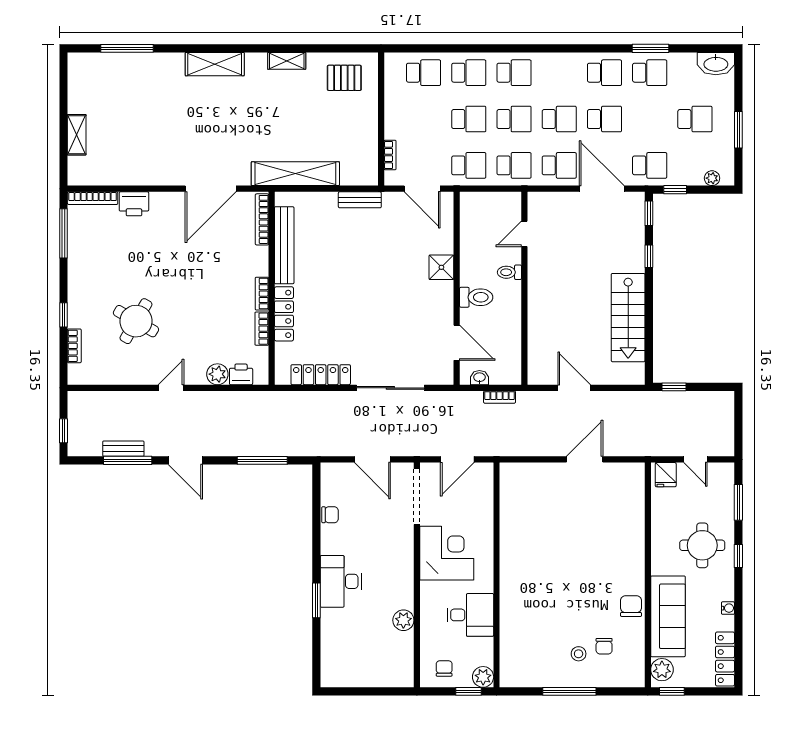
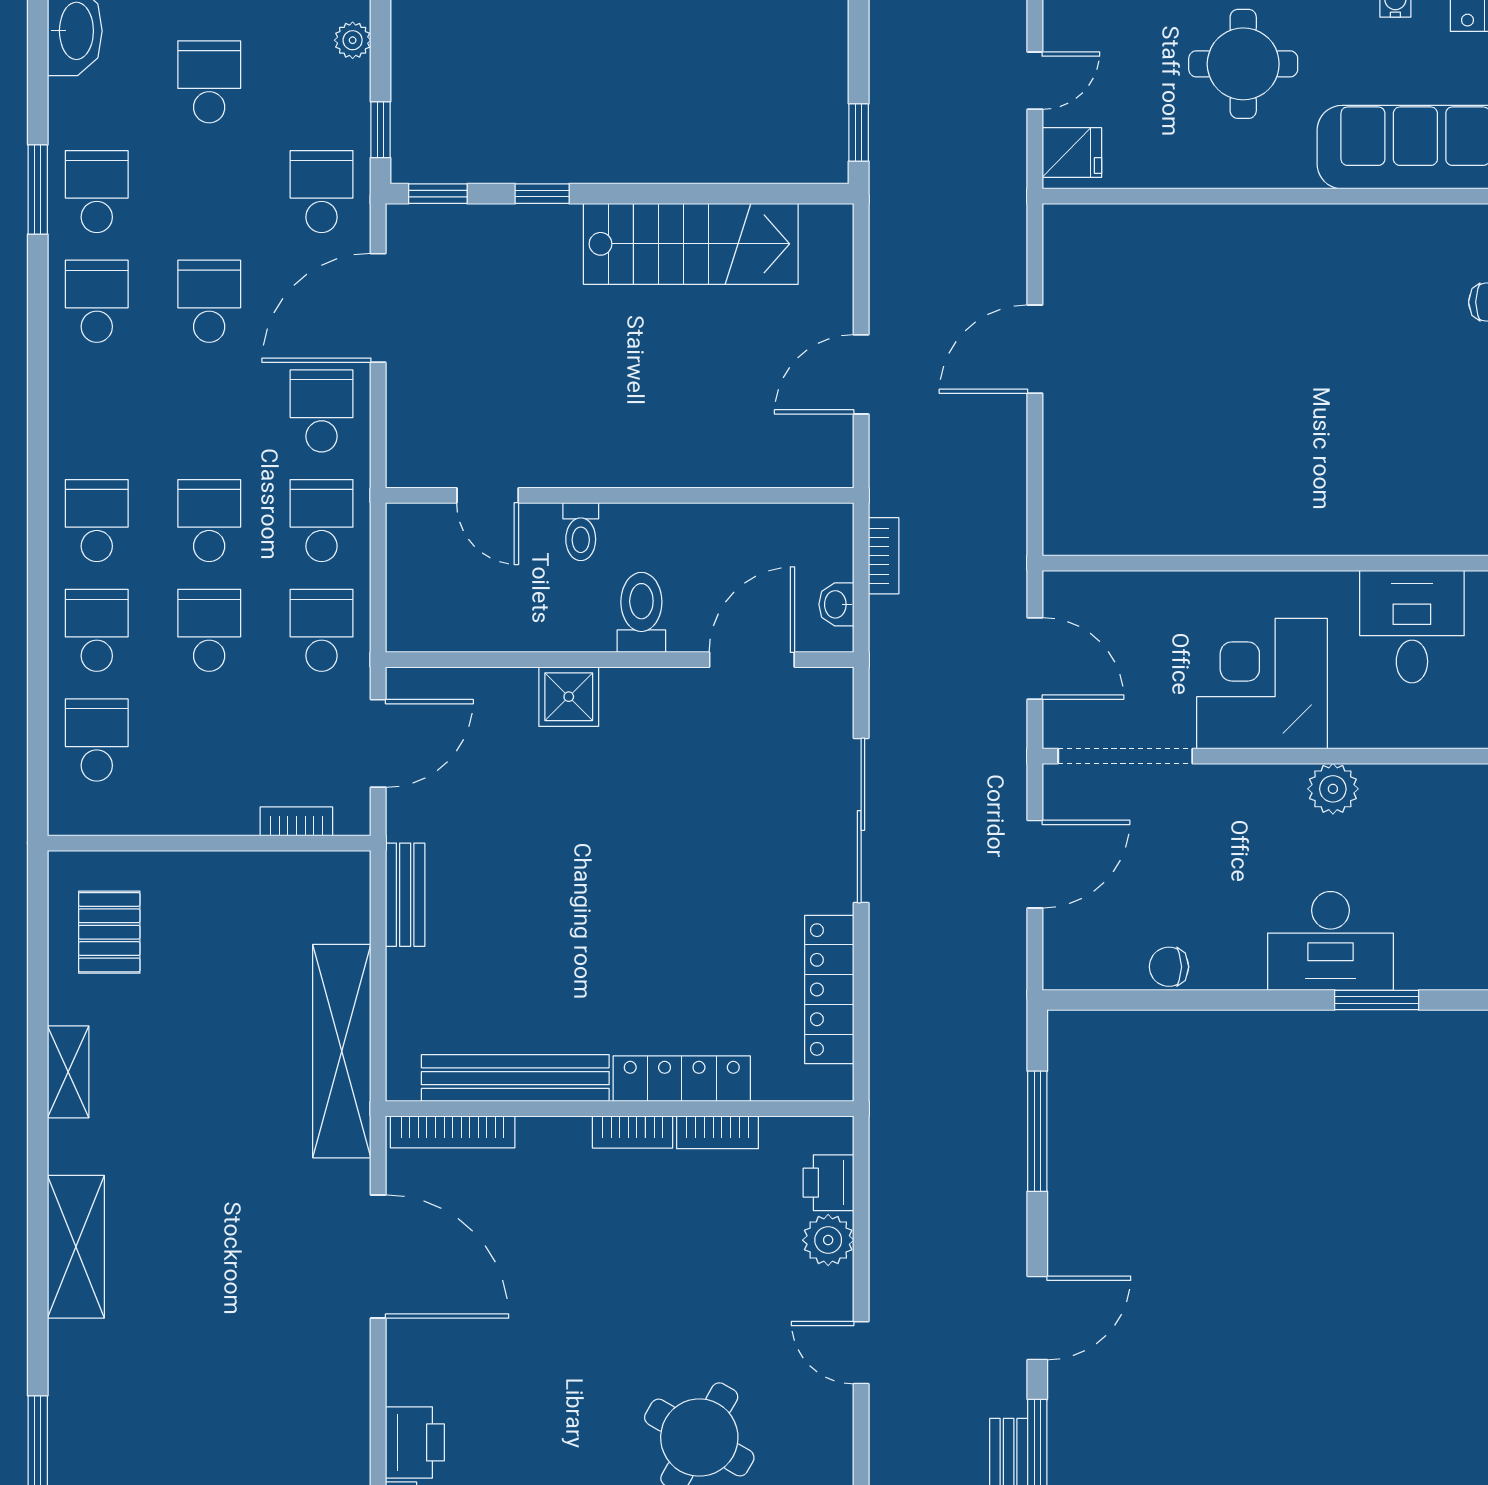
school desk: (559, 119) -> (209, 411), removed
door: (585, 459) -> (1035, 349), hinge flipped
chair: (330, 515) -> (1169, 967), turned -90
chair: (631, 606) -> (1391, 237), removed
plant: (403, 620) -> (1333, 789), moved

